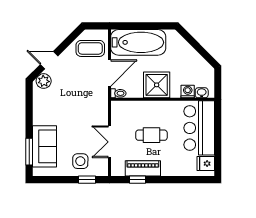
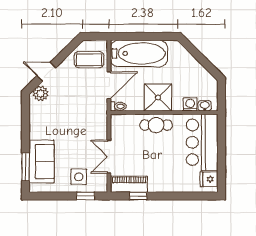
cafe table: (151, 135) -> (156, 125), moved
piano: (143, 168) -> (129, 184), moved

